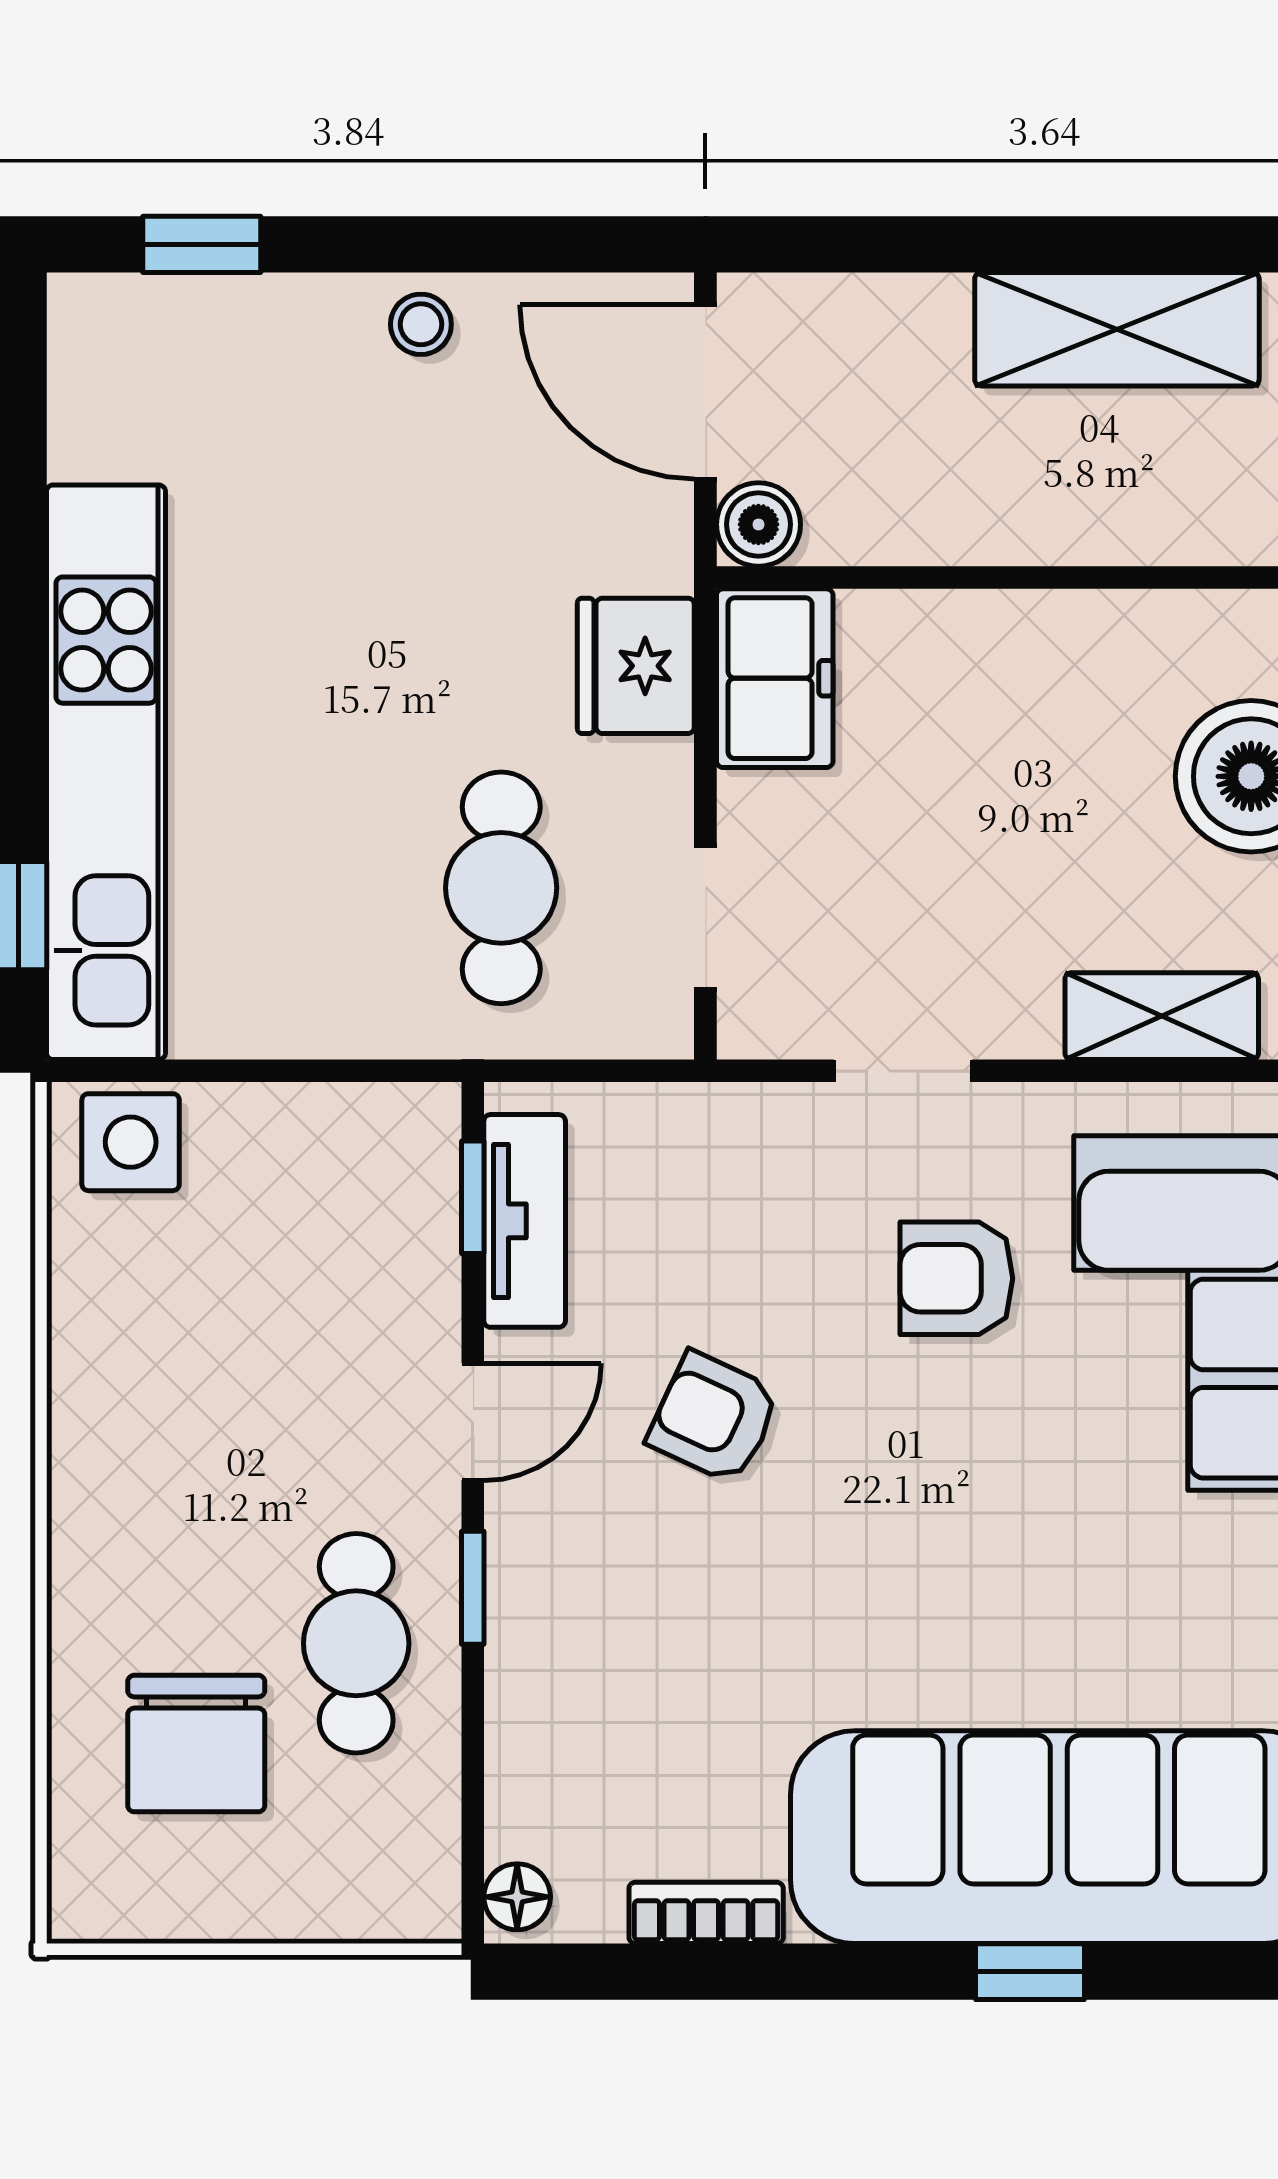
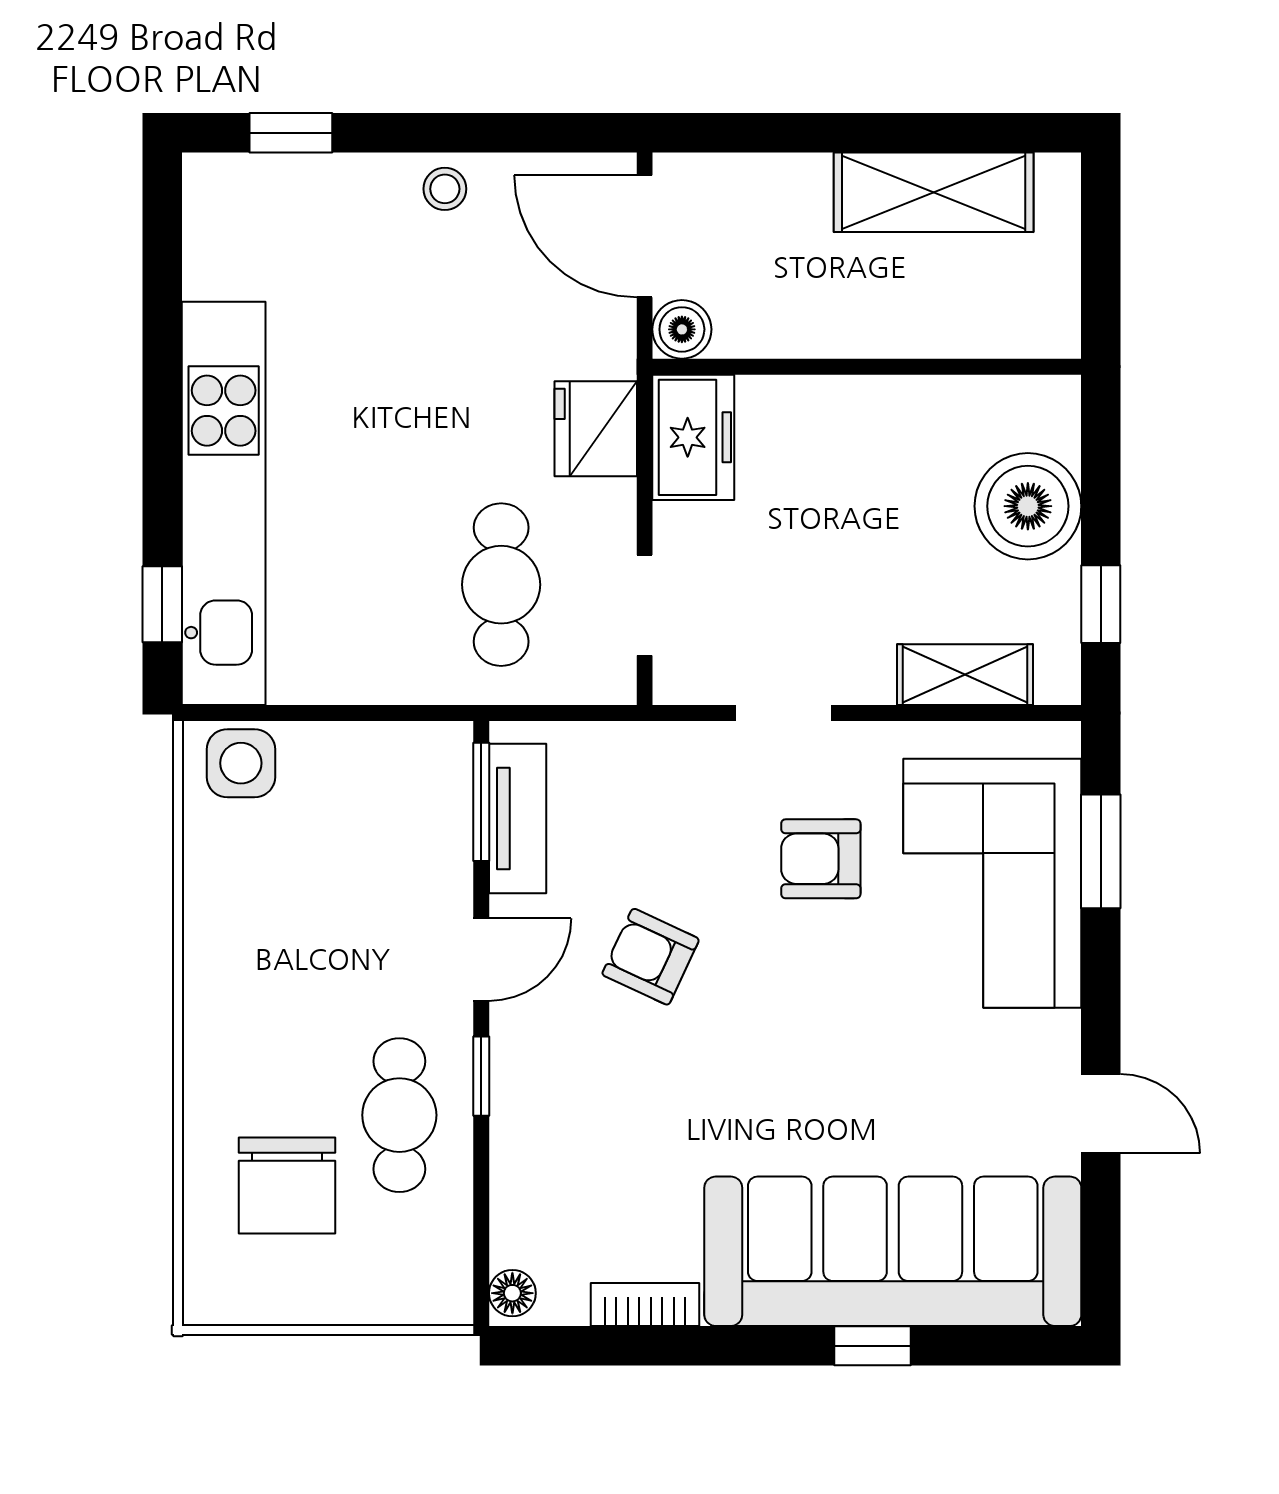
window: (473, 1197) -> (481, 802), width x1.50

